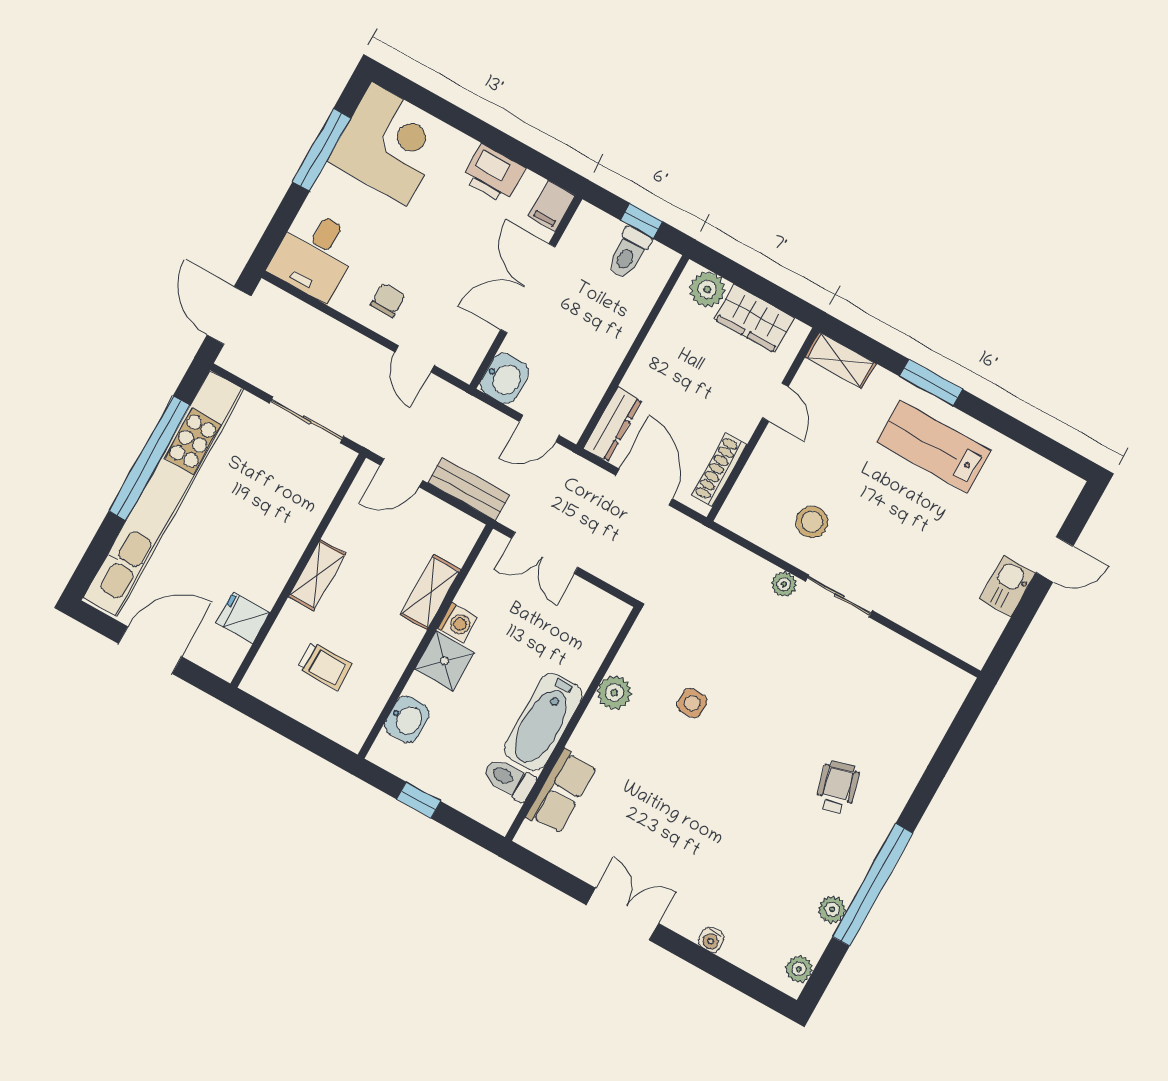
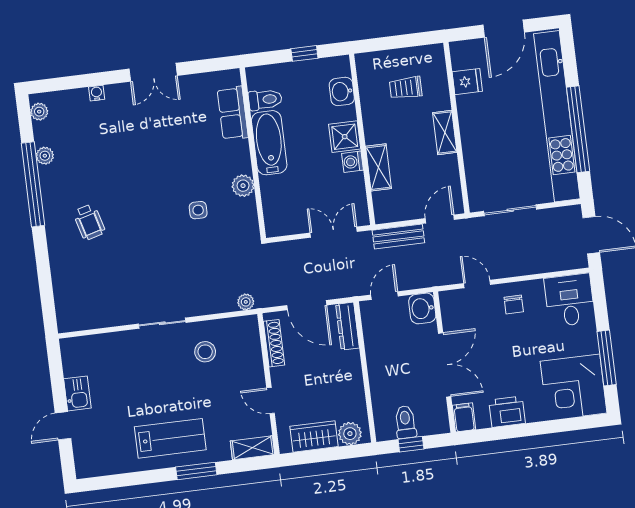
plant: (784, 584) -> (246, 302), moved

